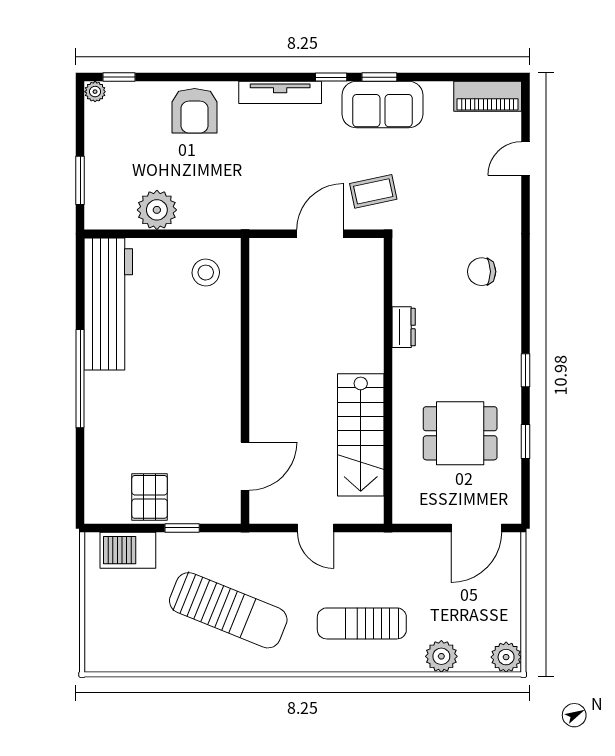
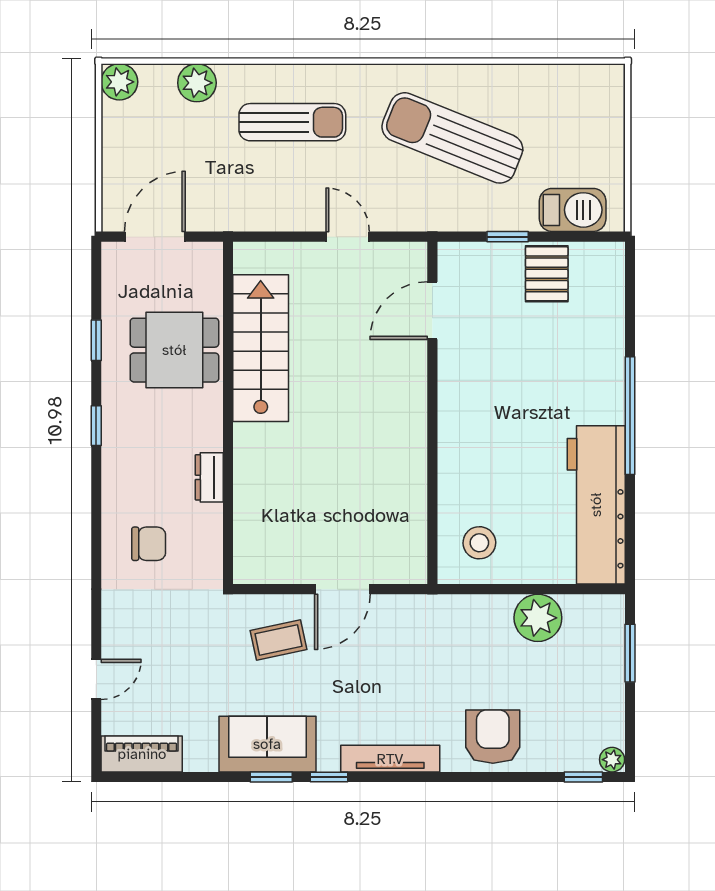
dresser: (404, 327) -> (209, 477), moved
wall: (388, 381) -> (228, 413), moved
stairs: (361, 435) -> (261, 348), moved

